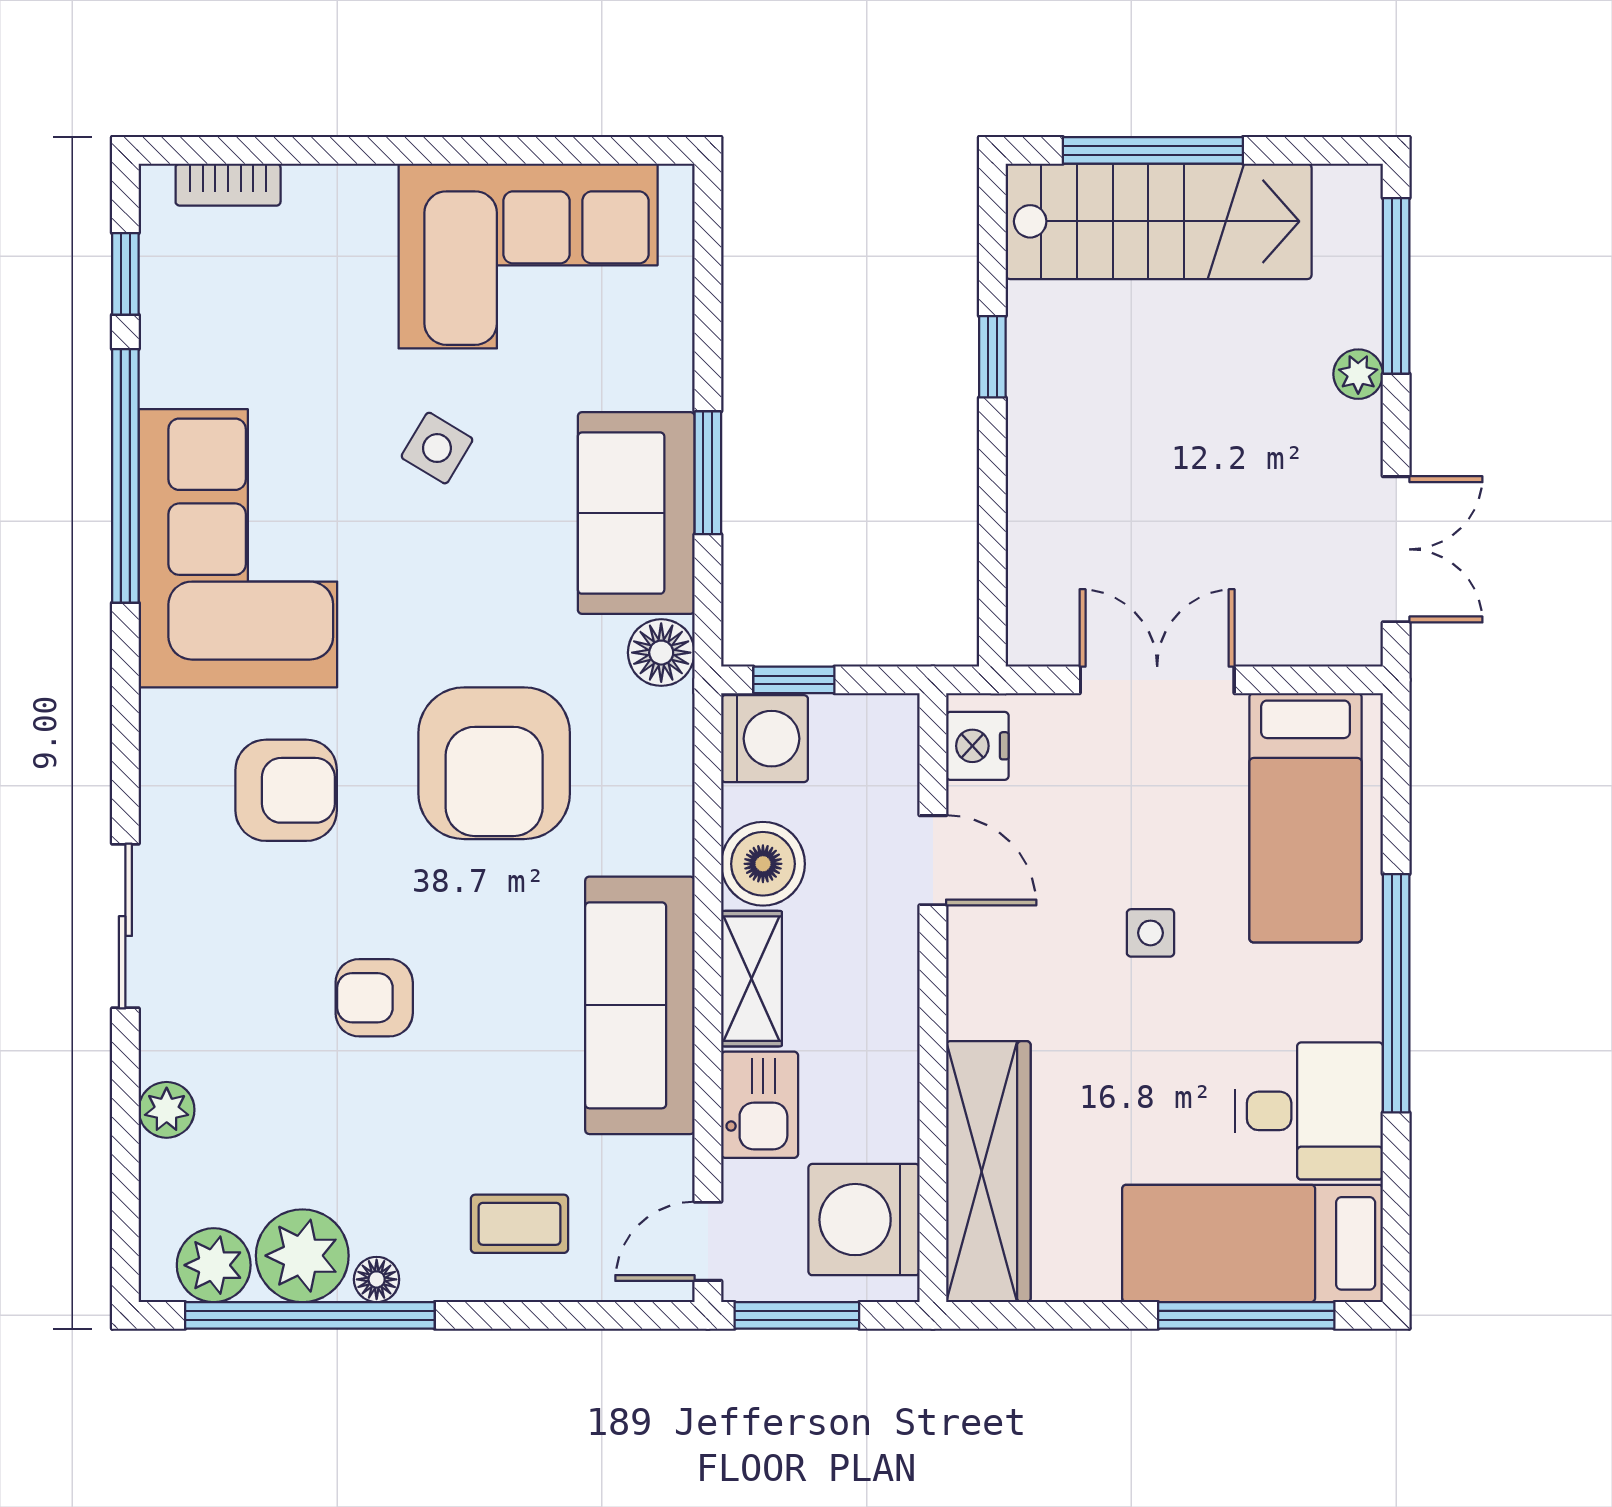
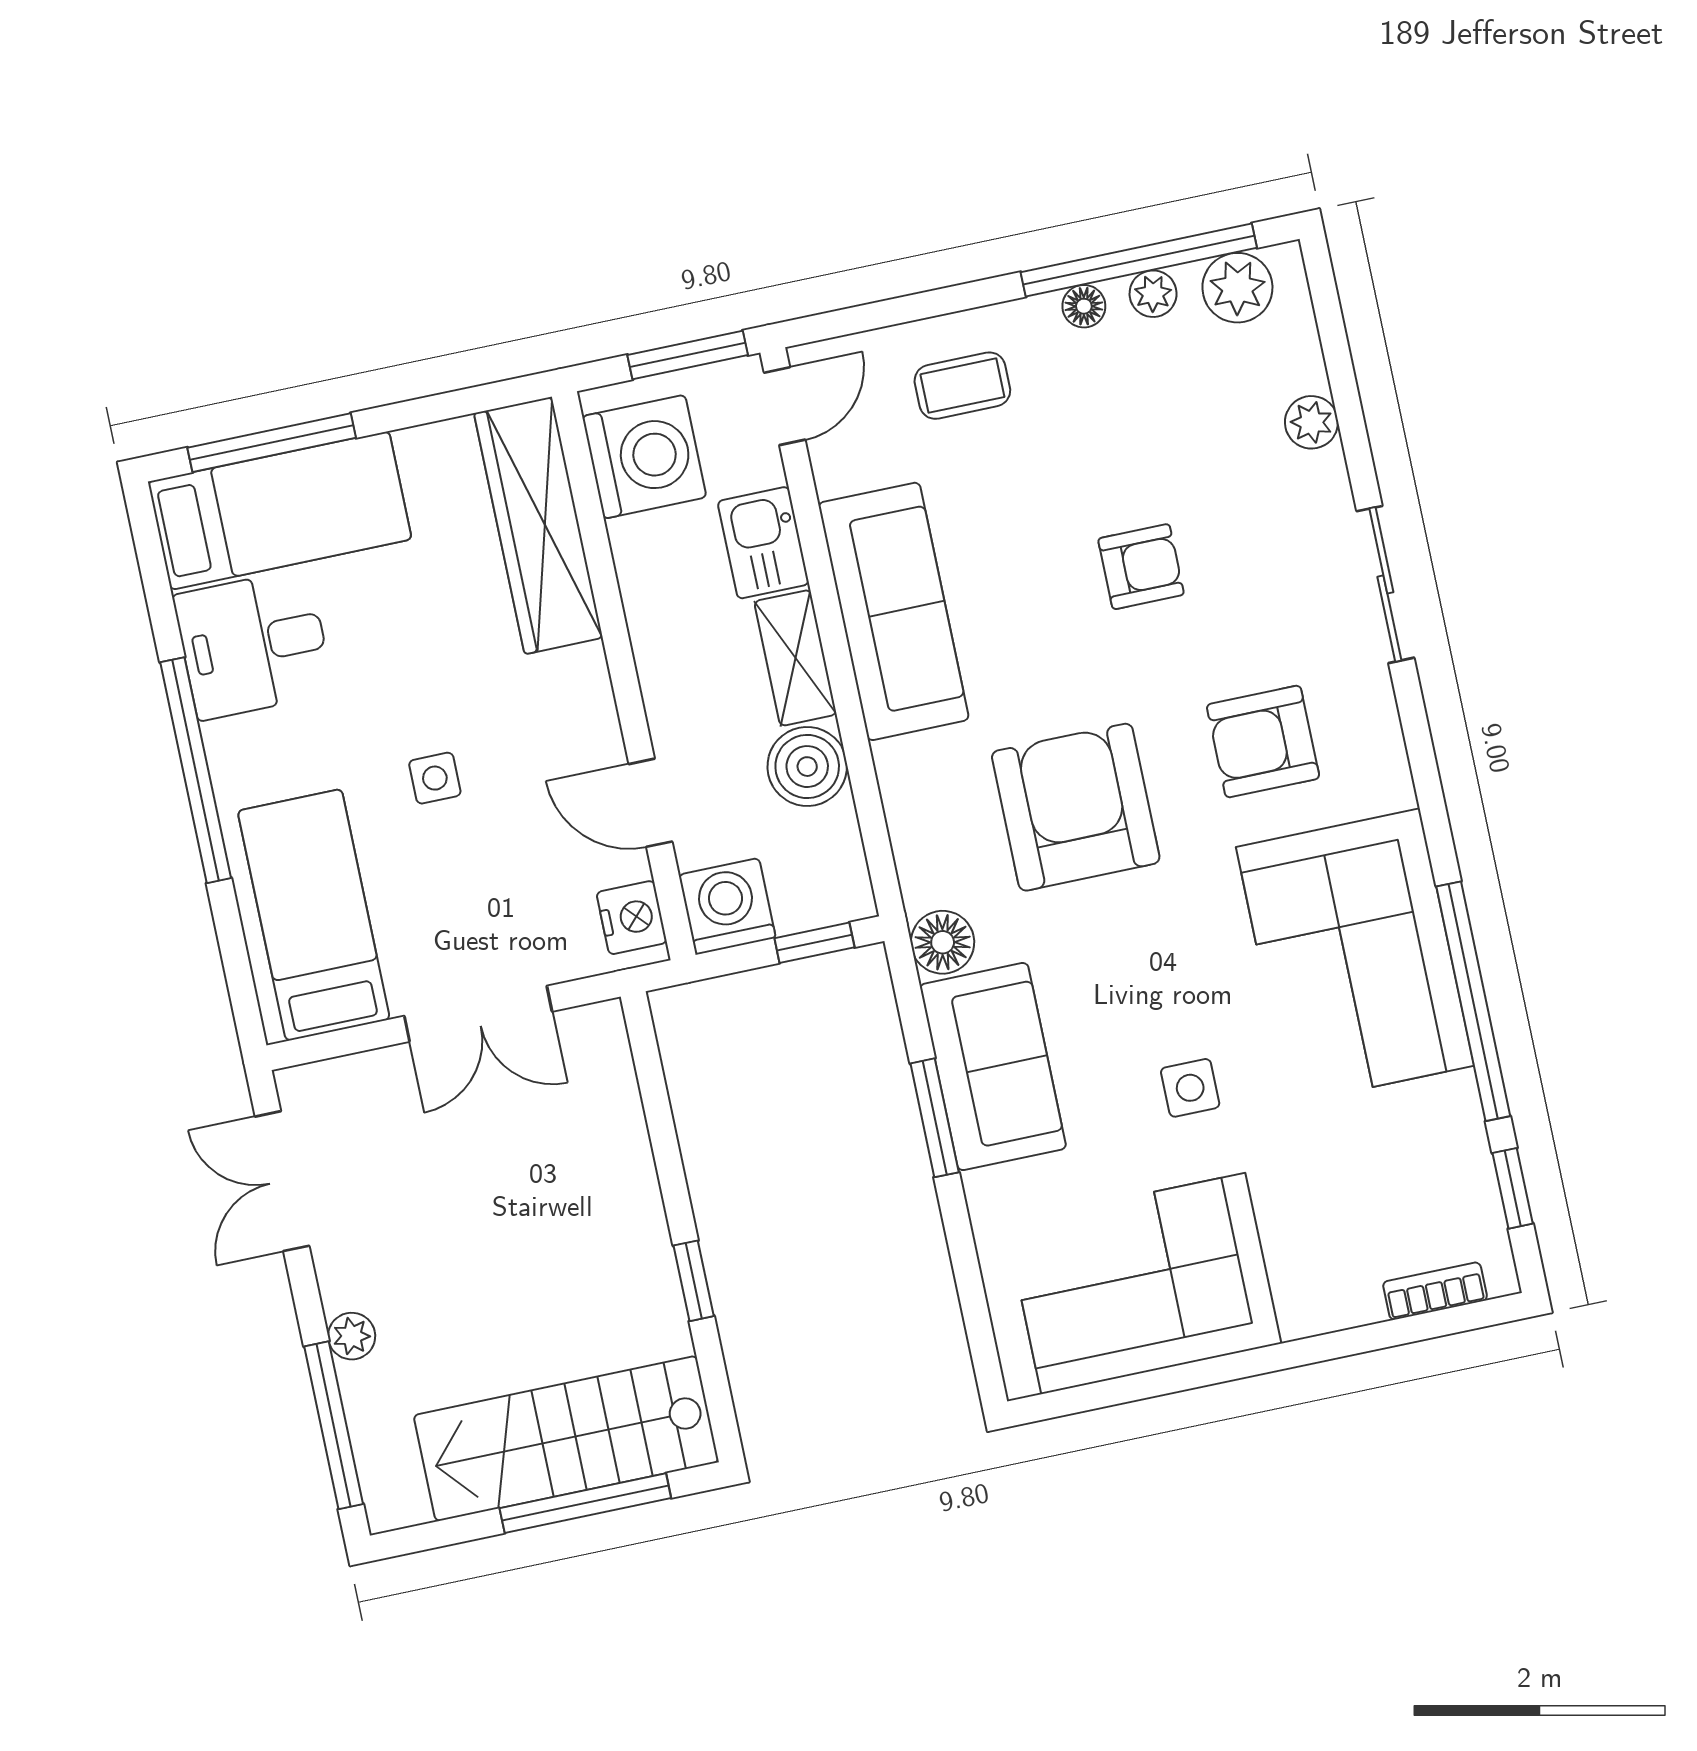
side table: (437, 448) -> (1190, 1088), turned -31
washing machine: (765, 739) -> (727, 906), moved, turned 90
plant: (302, 1256) -> (1153, 294), width x0.53, depth x0.53

